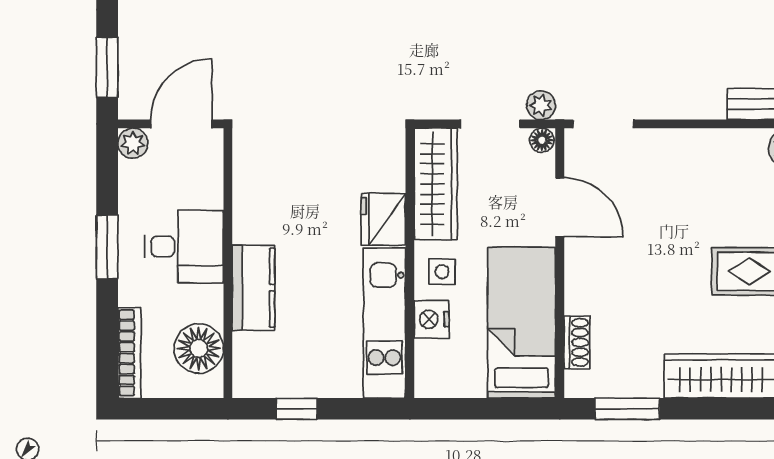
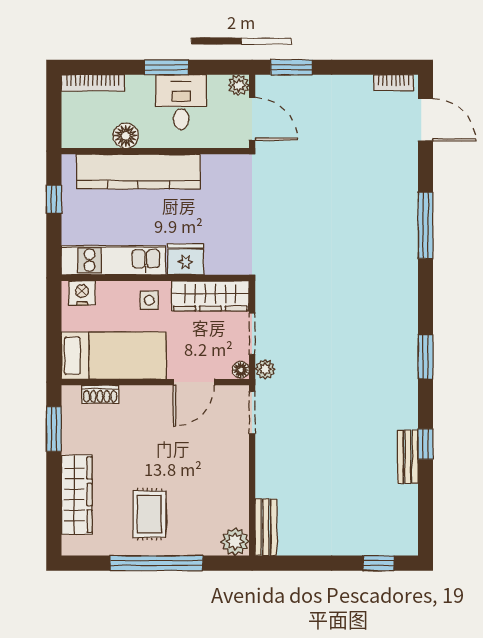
desk: (184, 247) -> (181, 102), moved, turned 180
kitchen counter: (253, 288) -> (138, 172), width x2.08, depth x1.17
nightstand: (432, 319) -> (82, 293), moved
floor lamp: (199, 348) -> (126, 136), moved, width x0.73, depth x0.73

